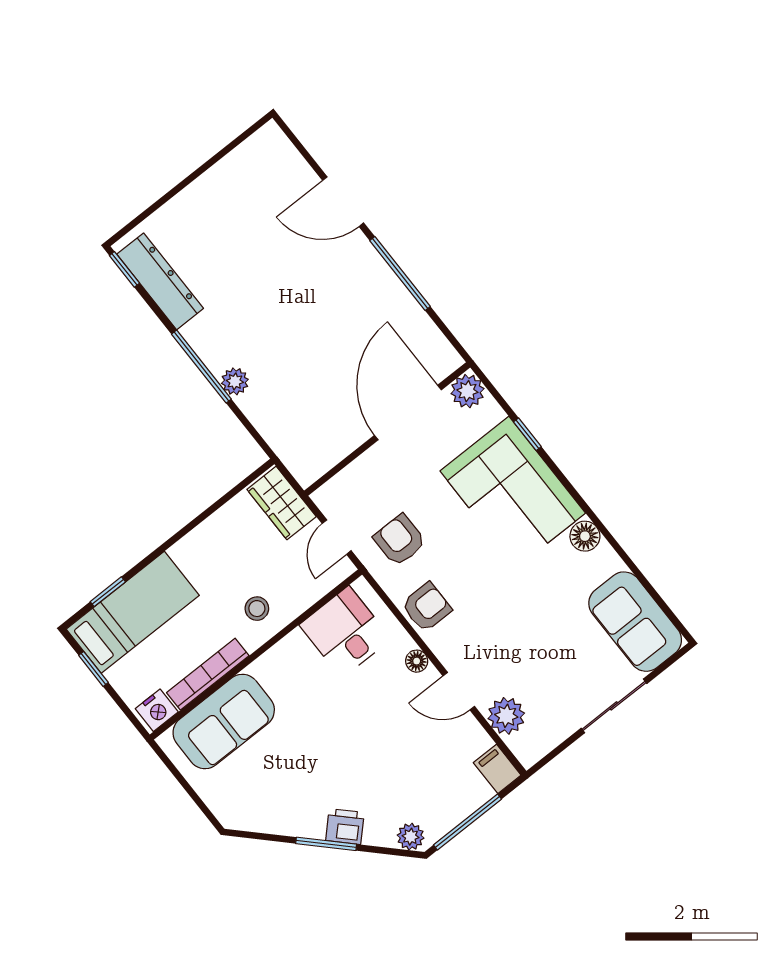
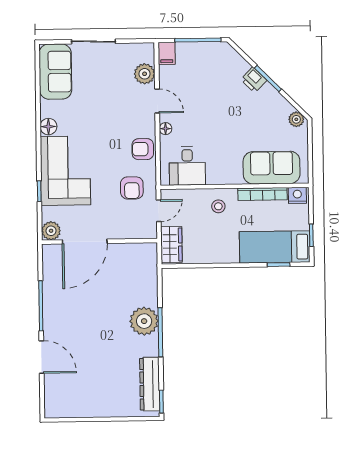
plant: (235, 381) -> (144, 321), width x1.87, depth x1.87
plant: (411, 837) -> (296, 119), moved

